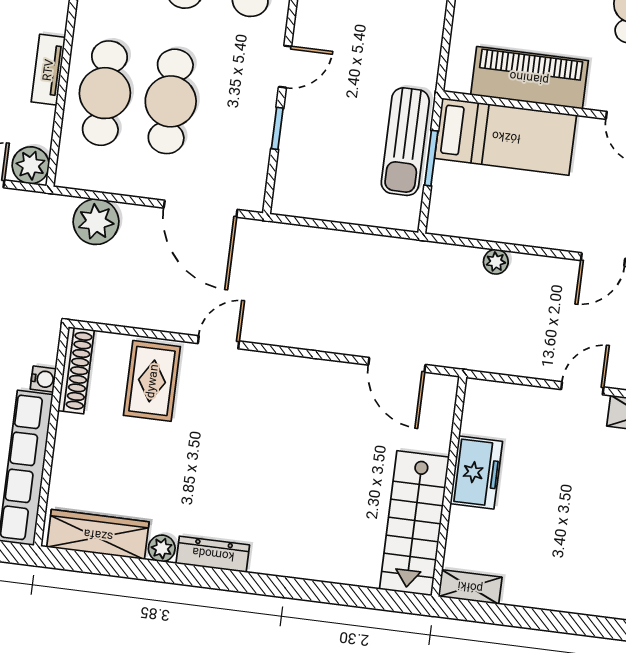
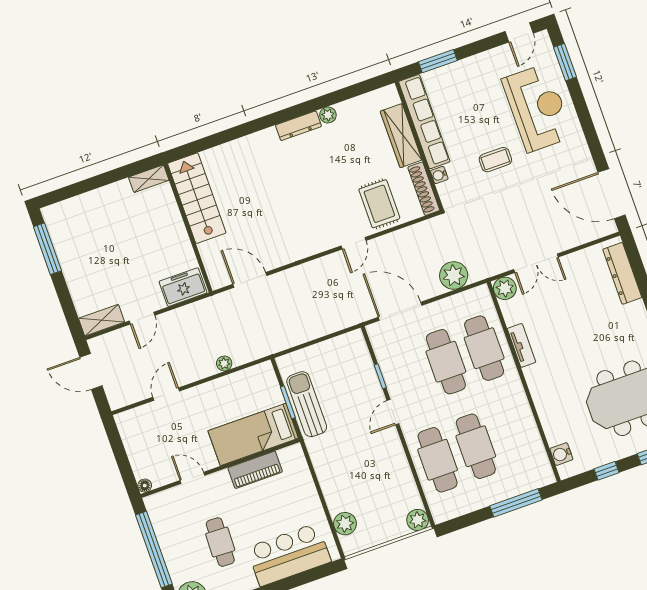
piano: (529, 78) -> (255, 470), width x0.73, depth x0.75
freezer: (476, 472) -> (183, 287), moved, turned 90
wardrobe: (98, 535) -> (401, 136), moved, turned 90

